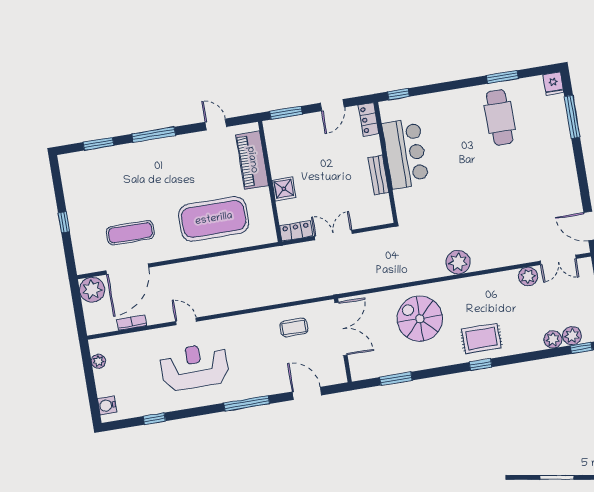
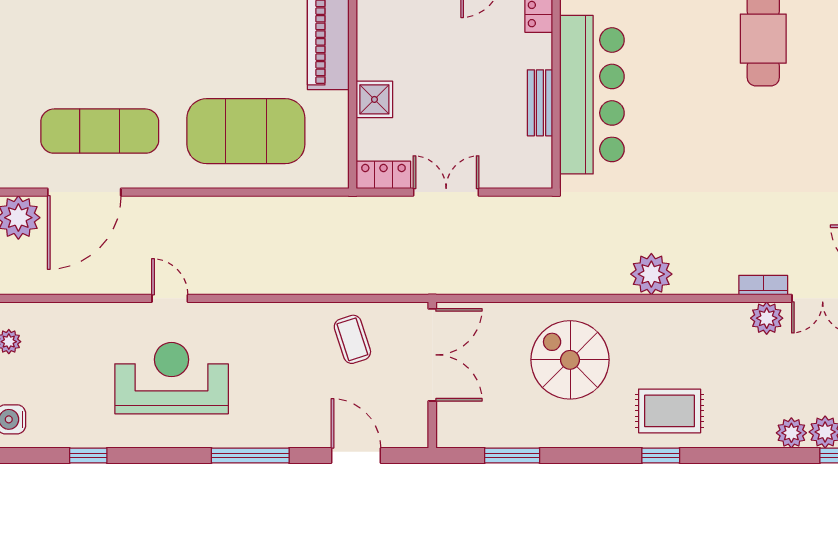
bar counter: (405, 154) -> (592, 95), width x1.36
exercise mat: (130, 233) -> (100, 131), width x1.36, depth x1.45
bookcase: (132, 323) -> (763, 285), moved
coffee table: (294, 328) -> (352, 339), turned 72

